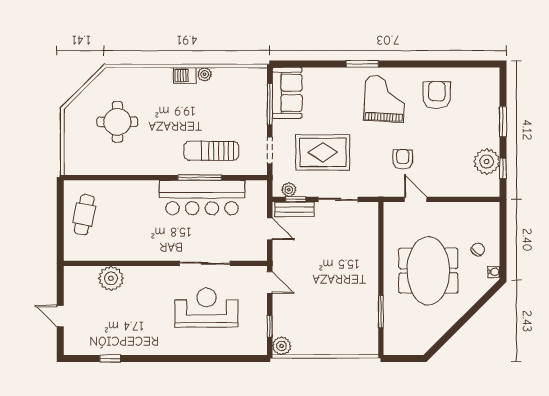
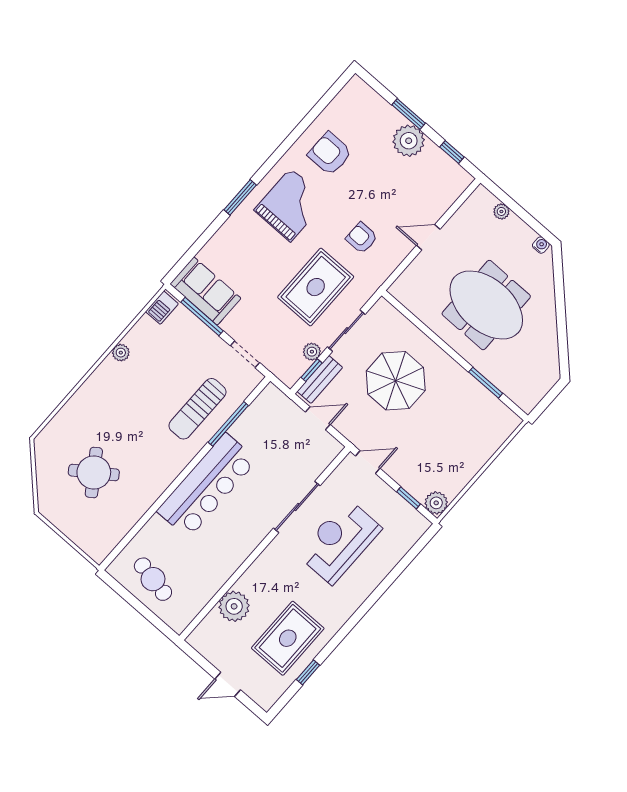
barbecue: (185, 75) -> (162, 308), moved
grand piano: (385, 99) -> (291, 205), turned 87
round table: (117, 122) -> (94, 472), turned -35
rug: (323, 152) -> (316, 287), moved
plant: (487, 162) -> (409, 141), moved
window: (200, 178) -> (228, 424), moved
plant: (289, 190) -> (312, 352), moved
bar counter: (202, 197) -> (207, 486), moved
door: (416, 199) -> (428, 237), moved
plant: (493, 230) -> (501, 211), added
chair: (478, 249) -> (507, 241), removed
parasol: (334, 256) -> (396, 381), added
rug: (120, 328) -> (288, 638), added

